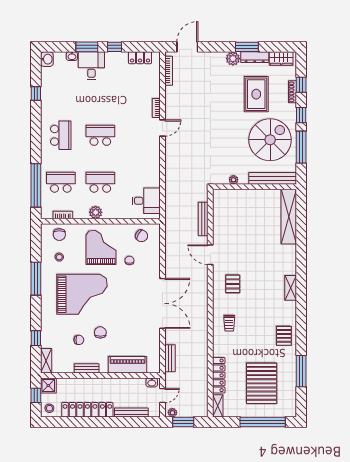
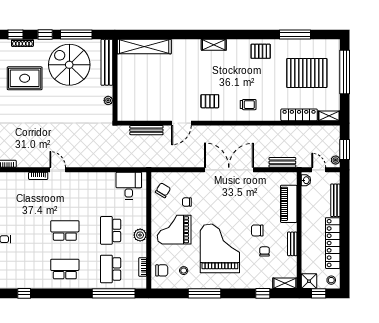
school desk: (100, 135) -> (65, 230), turned 90

